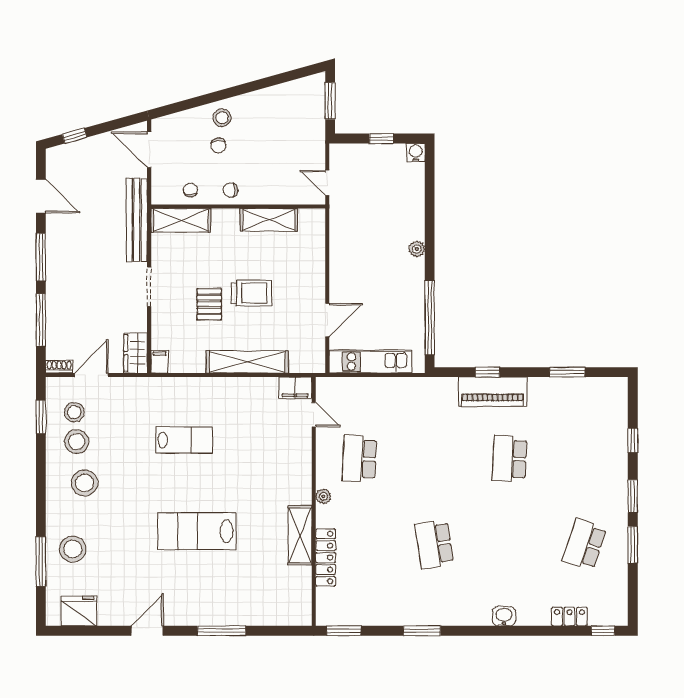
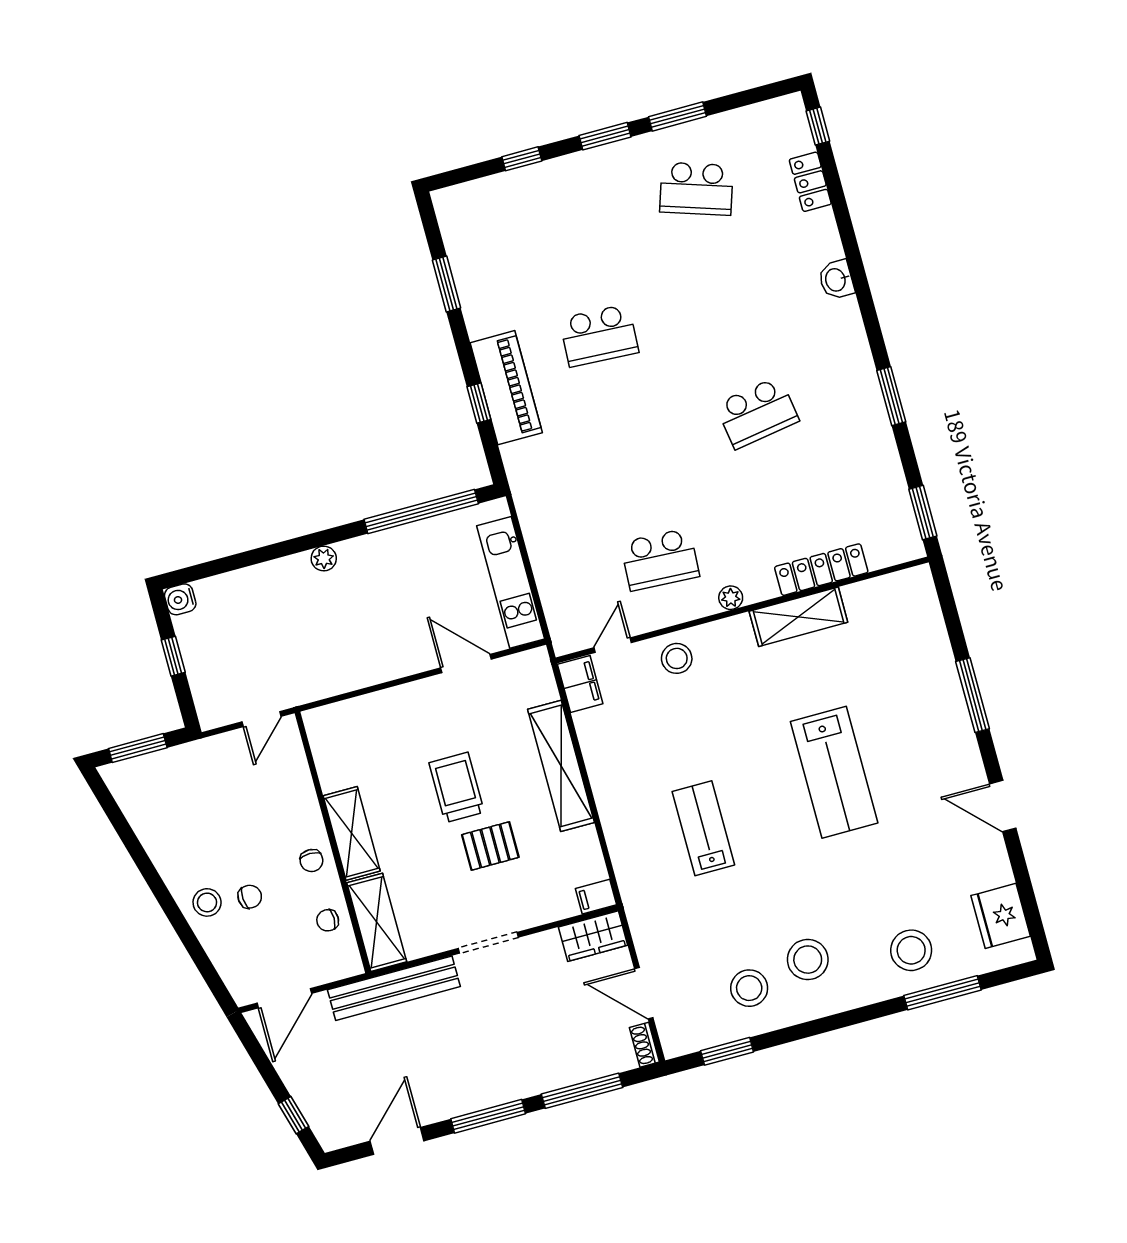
shelving: (269, 220) -> (352, 833), moved
stool: (74, 412) -> (677, 658), moved

